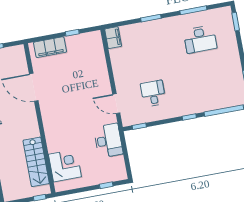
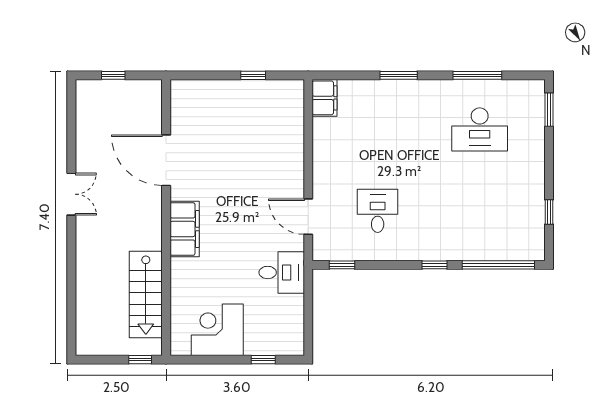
filing cabinet: (50, 47) -> (185, 229), moved, turned -90
desk: (108, 141) -> (282, 272), width x0.73
corner desk: (65, 165) -> (217, 330), moved, turned -90

